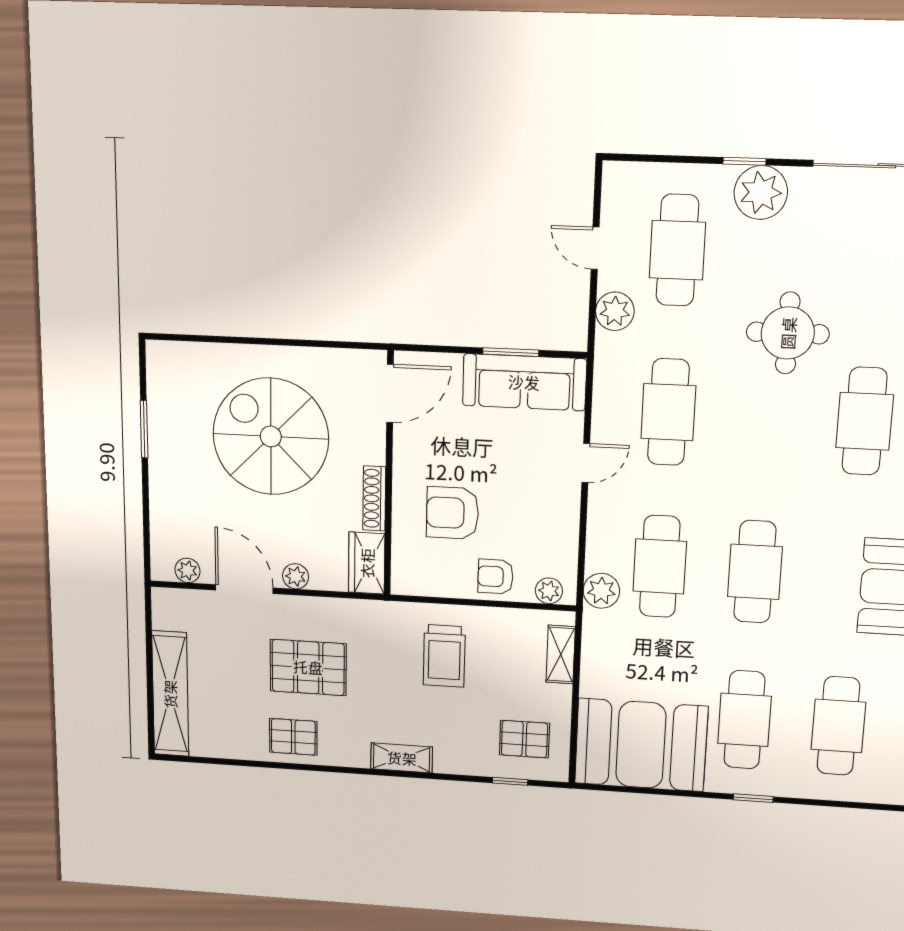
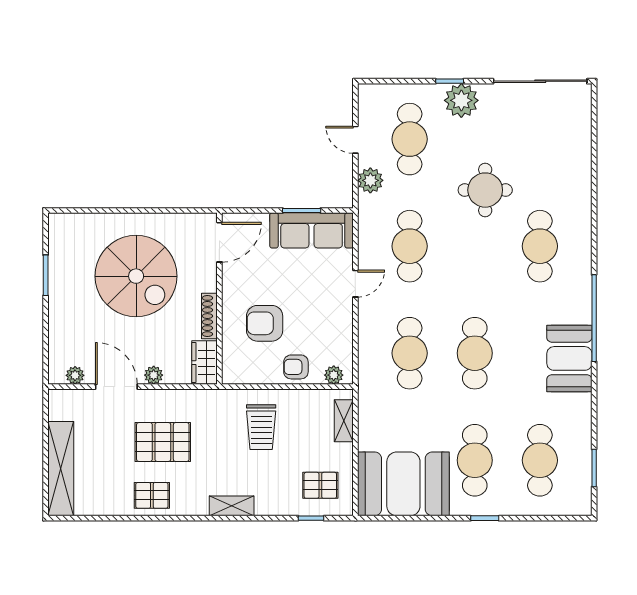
spiral stairs: (271, 437) -> (136, 276), turned 180
plant: (601, 591) -> (370, 373), removed

